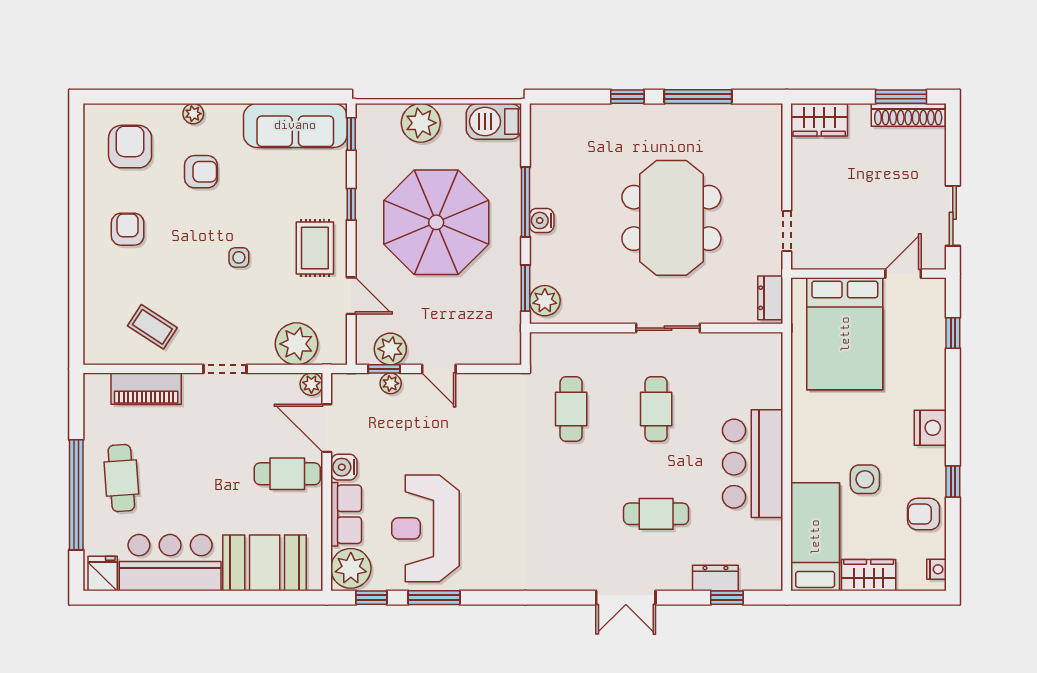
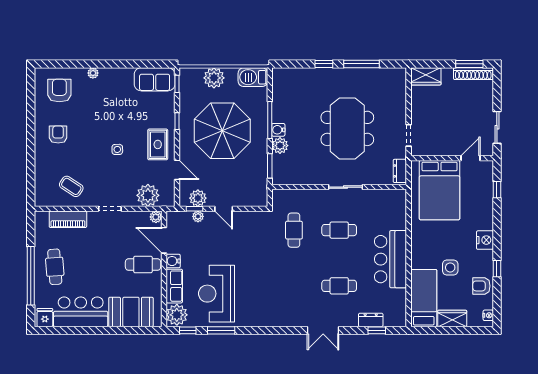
sofa: (295, 125) -> (155, 79), width x0.73
armchair: (201, 172) -> (97, 104), removed
plant: (545, 301) -> (280, 146), moved
cafe table: (656, 409) -> (339, 230), turned 90

